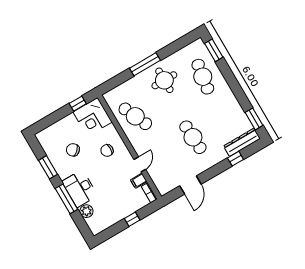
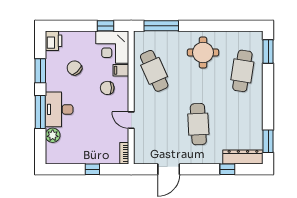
window: (145, 64) -> (161, 26), moved
printer: (45, 138) -> (53, 41), added
door: (140, 164) -> (131, 120), swing flipped
filing cabinet: (139, 181) -> (121, 70), moved

